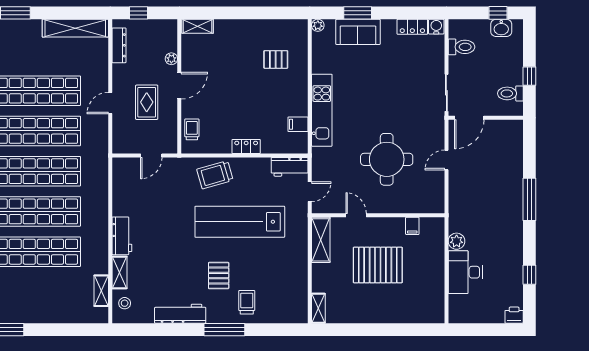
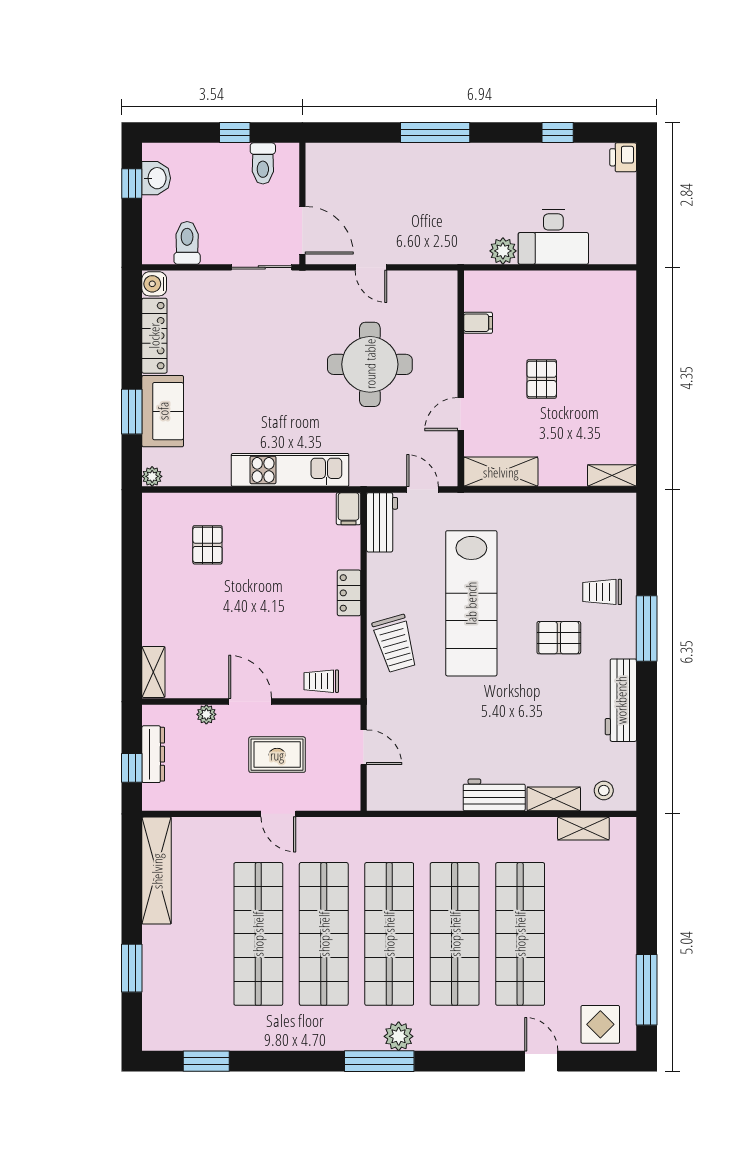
locker: (412, 27) -> (154, 336), width x1.53
dresser: (119, 45) -> (153, 754), moved, turned 90
filing cabinet: (298, 124) -> (349, 509), moved
pallet: (378, 265) -> (542, 379), width x0.49, depth x0.50

